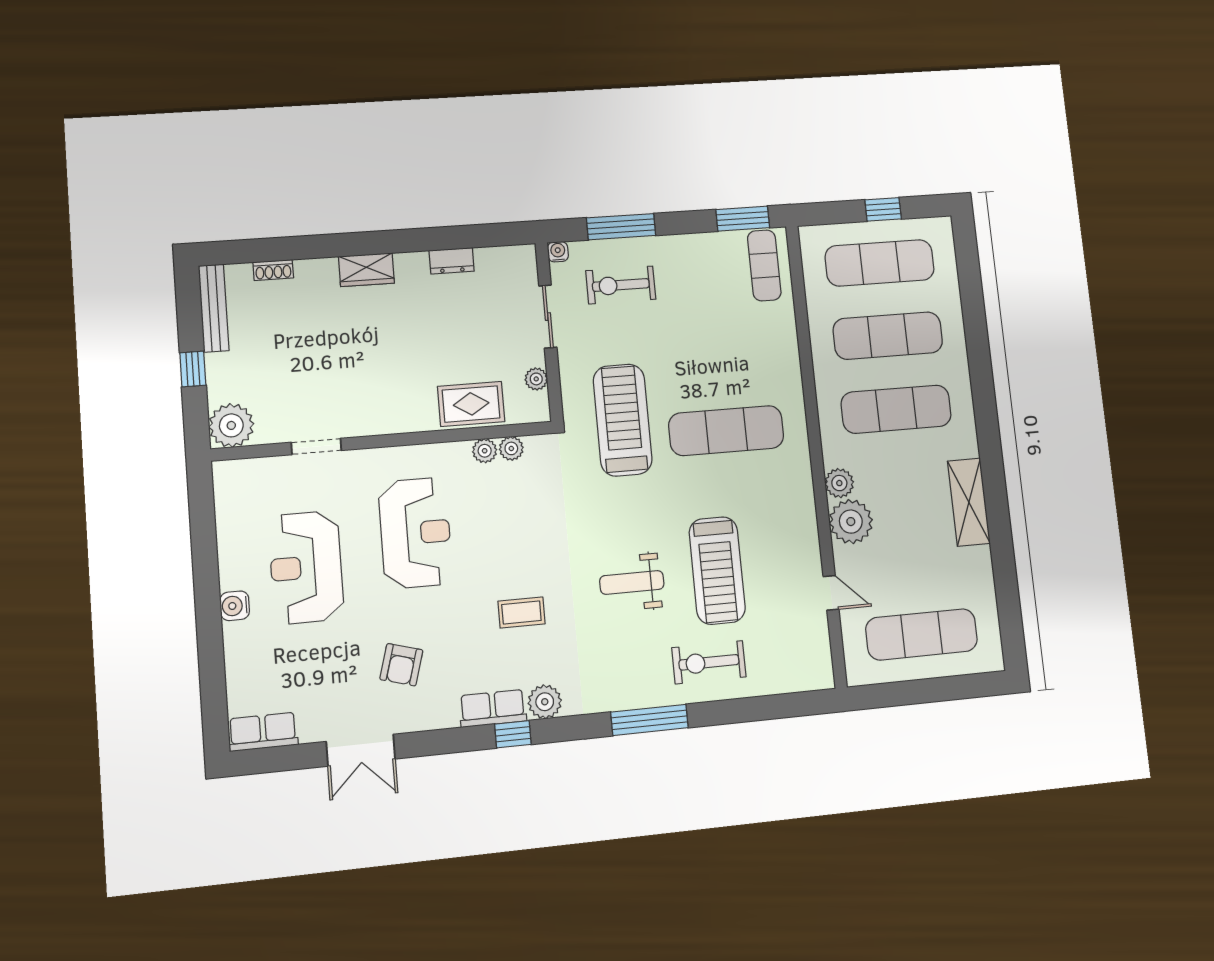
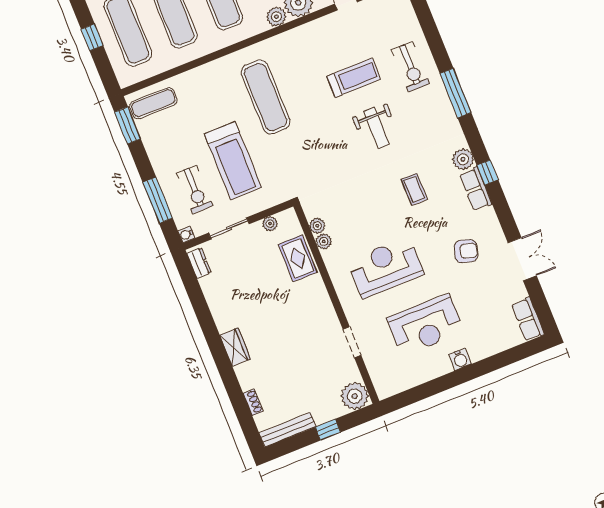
dresser: (452, 261) -> (199, 263), moved
treadmill: (623, 420) -> (233, 161), moved, turned -90
treadmill: (717, 570) -> (354, 78), width x0.73, depth x0.73

